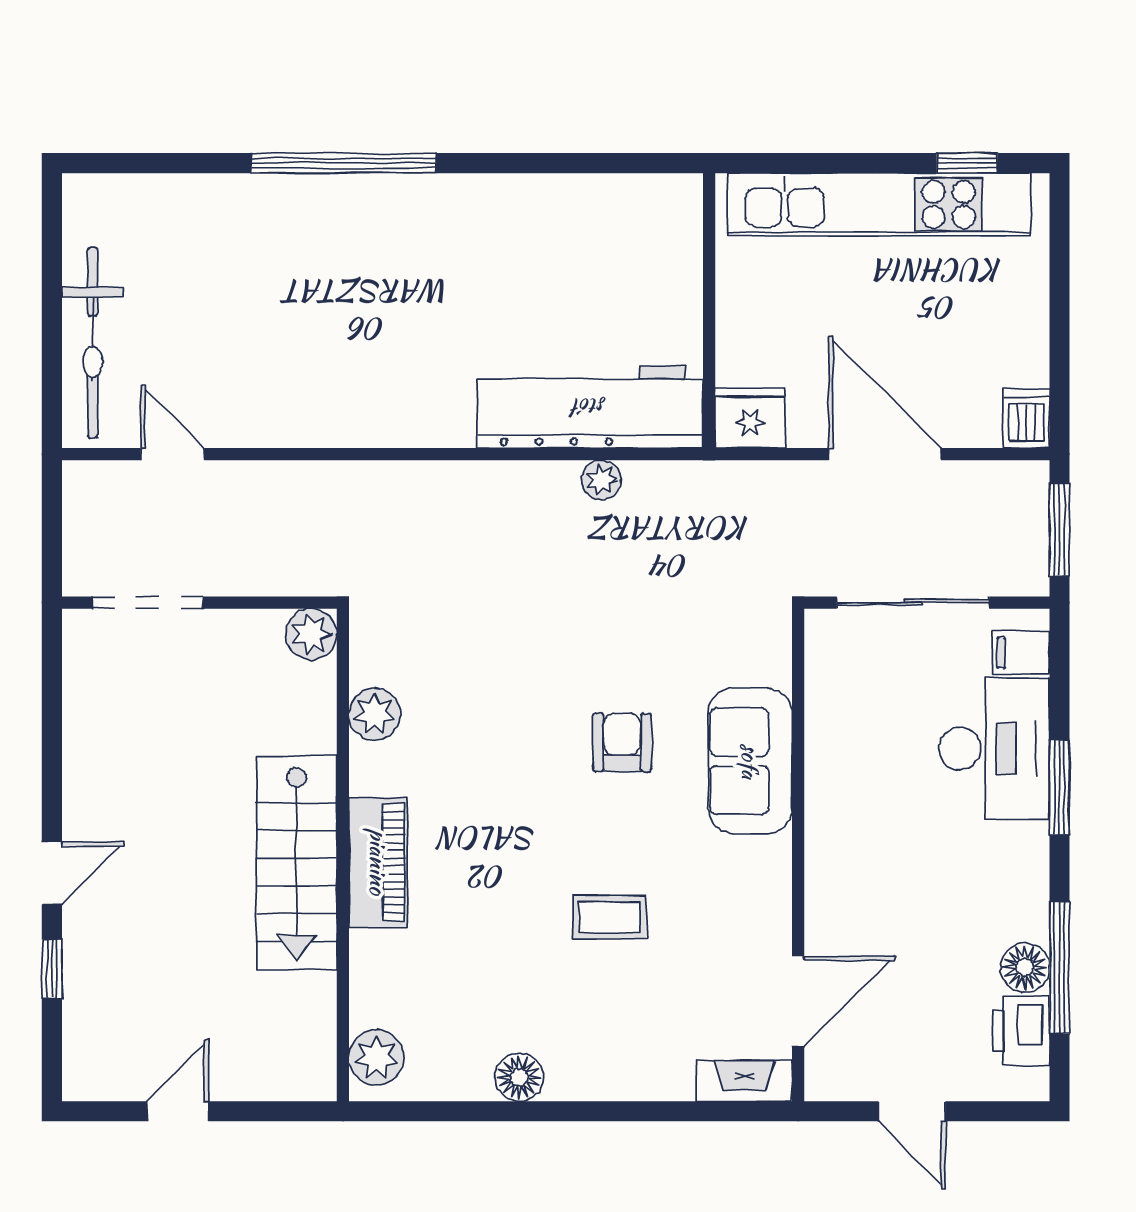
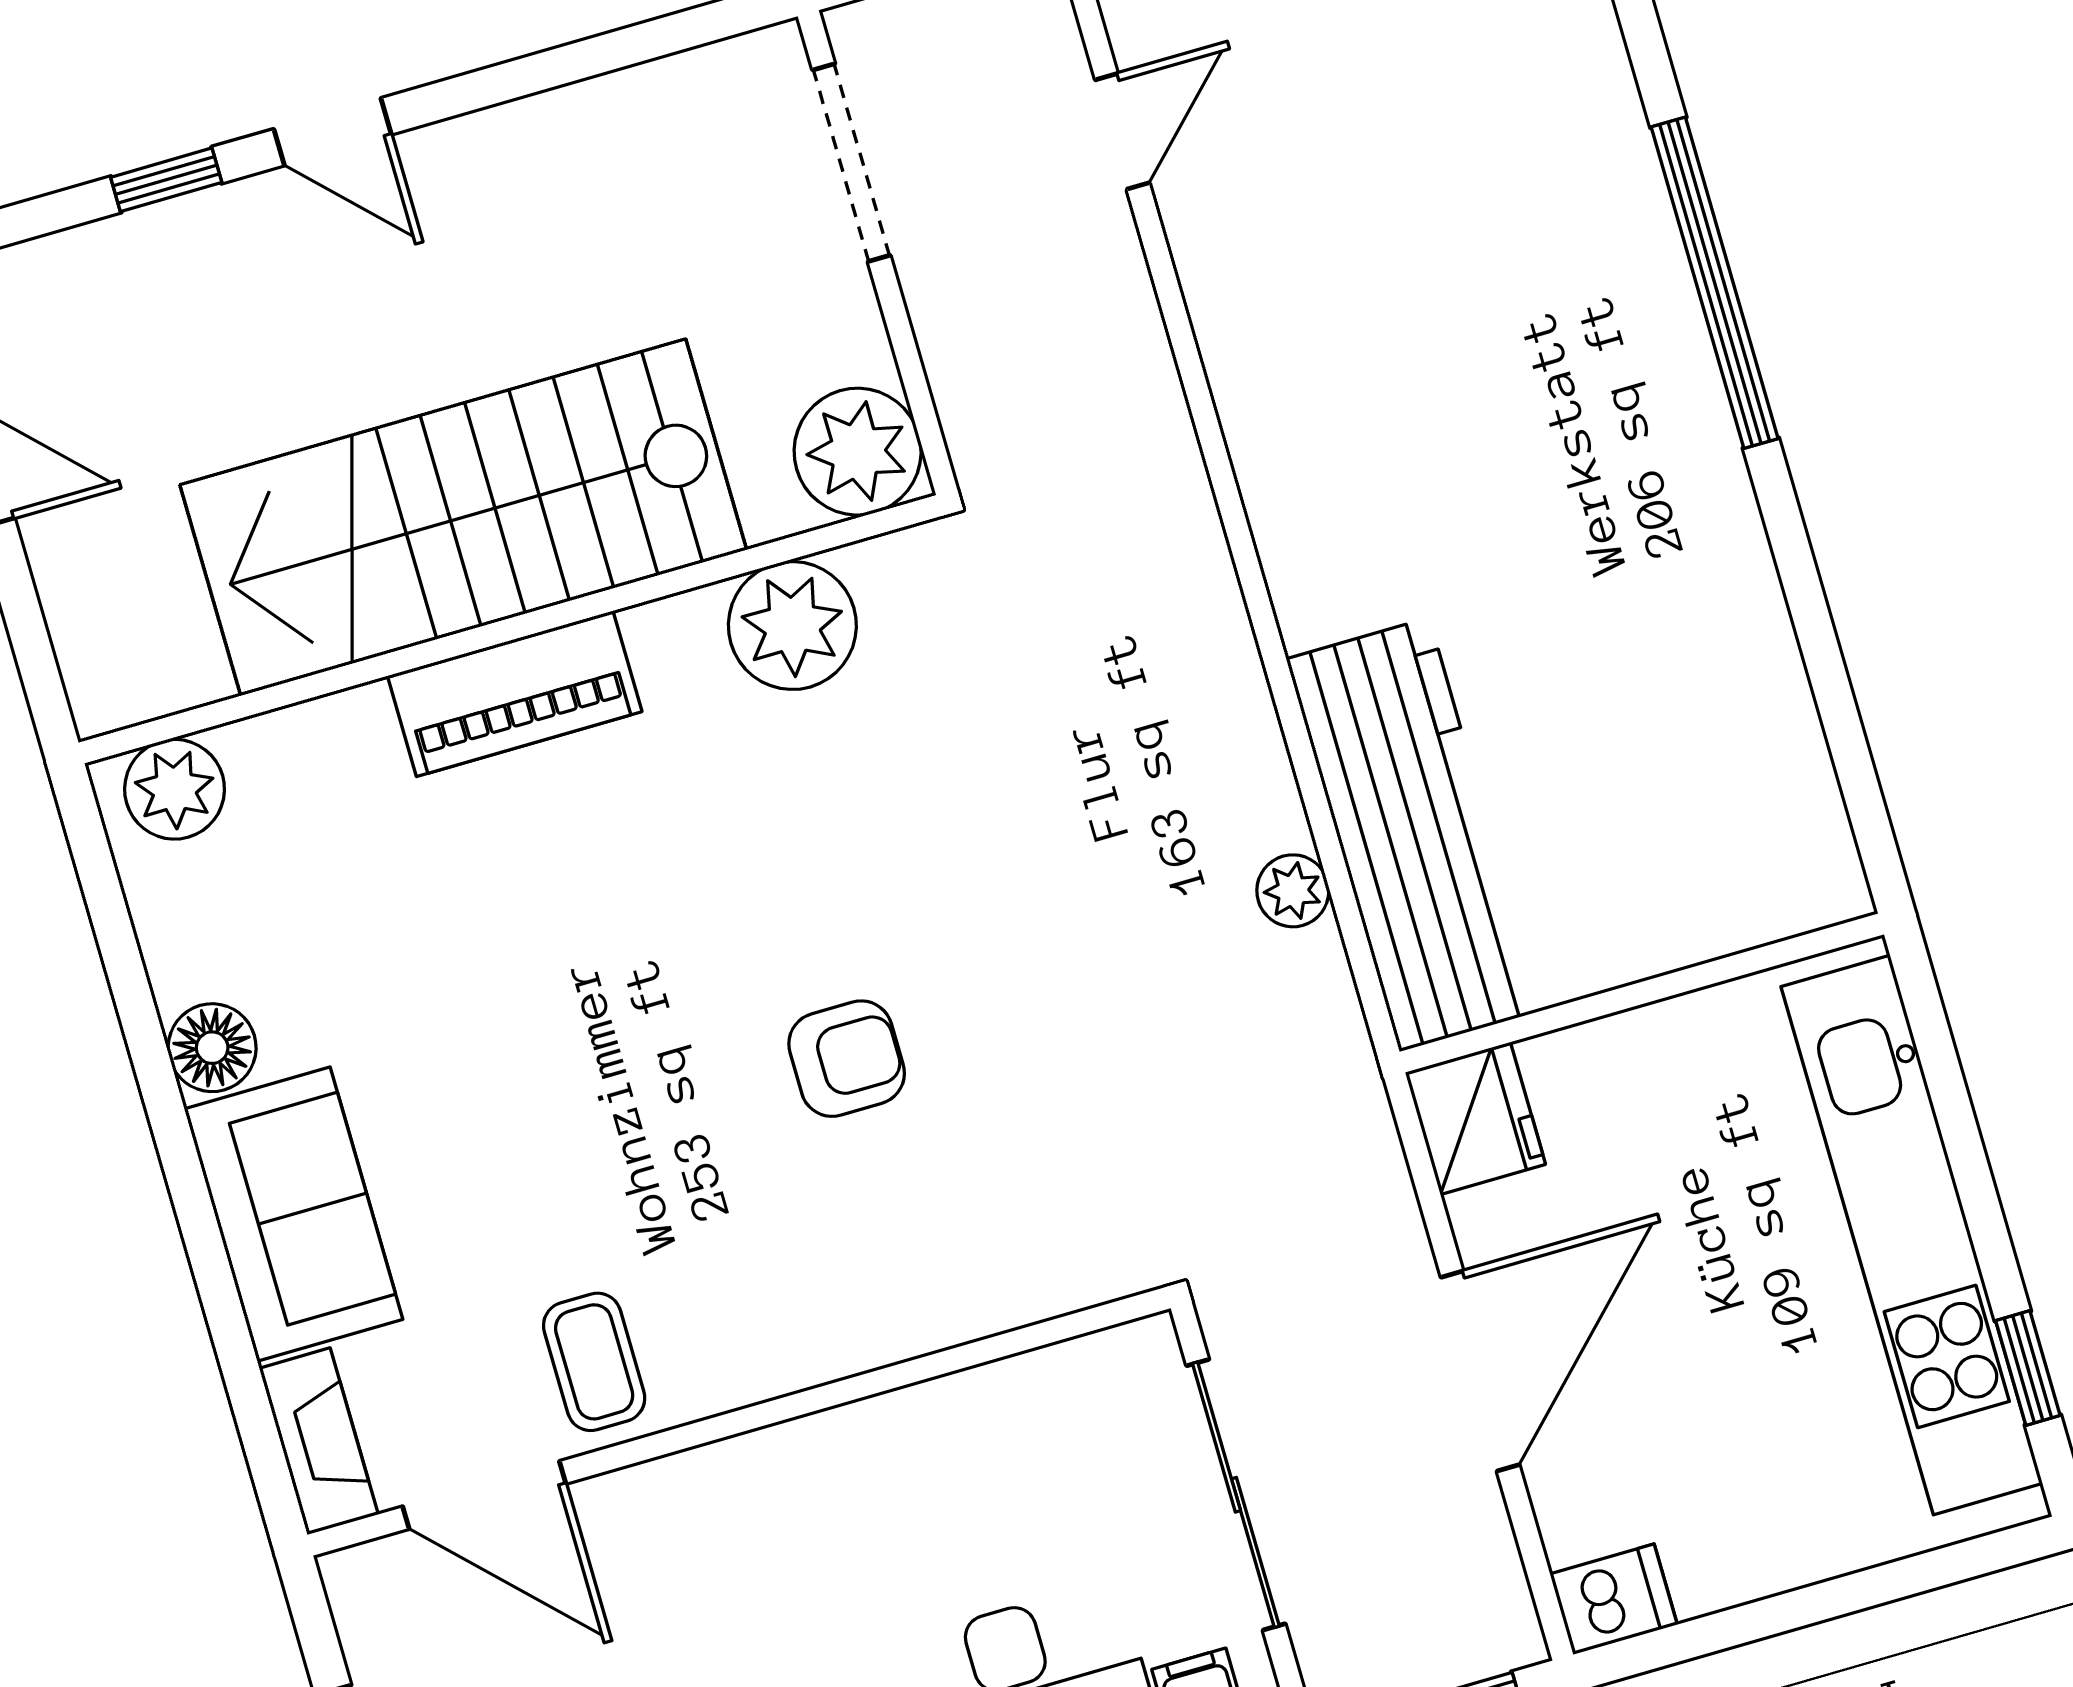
plant: (311, 634) -> (858, 452), width x1.36, depth x1.36
plant: (375, 714) -> (792, 626), width x1.36, depth x1.36
sofa: (750, 761) -> (293, 1214), moved, turned 90
stairs: (297, 863) -> (463, 517), width x1.36, depth x1.51
coffee table: (609, 917) -> (594, 1362), moved

